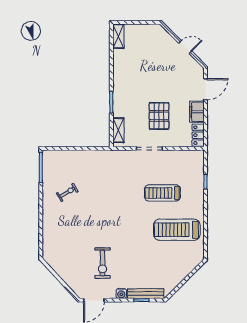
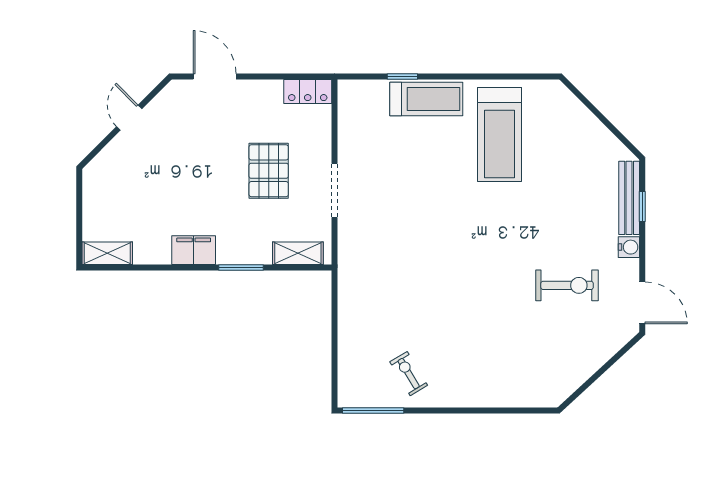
filing cabinet: (197, 112) -> (194, 250), moved, turned 180
pallet: (159, 116) -> (269, 171), turned 90
exercise bike: (67, 192) -> (409, 374), moved
treadmill: (162, 193) -> (426, 99), moved, turned -90

